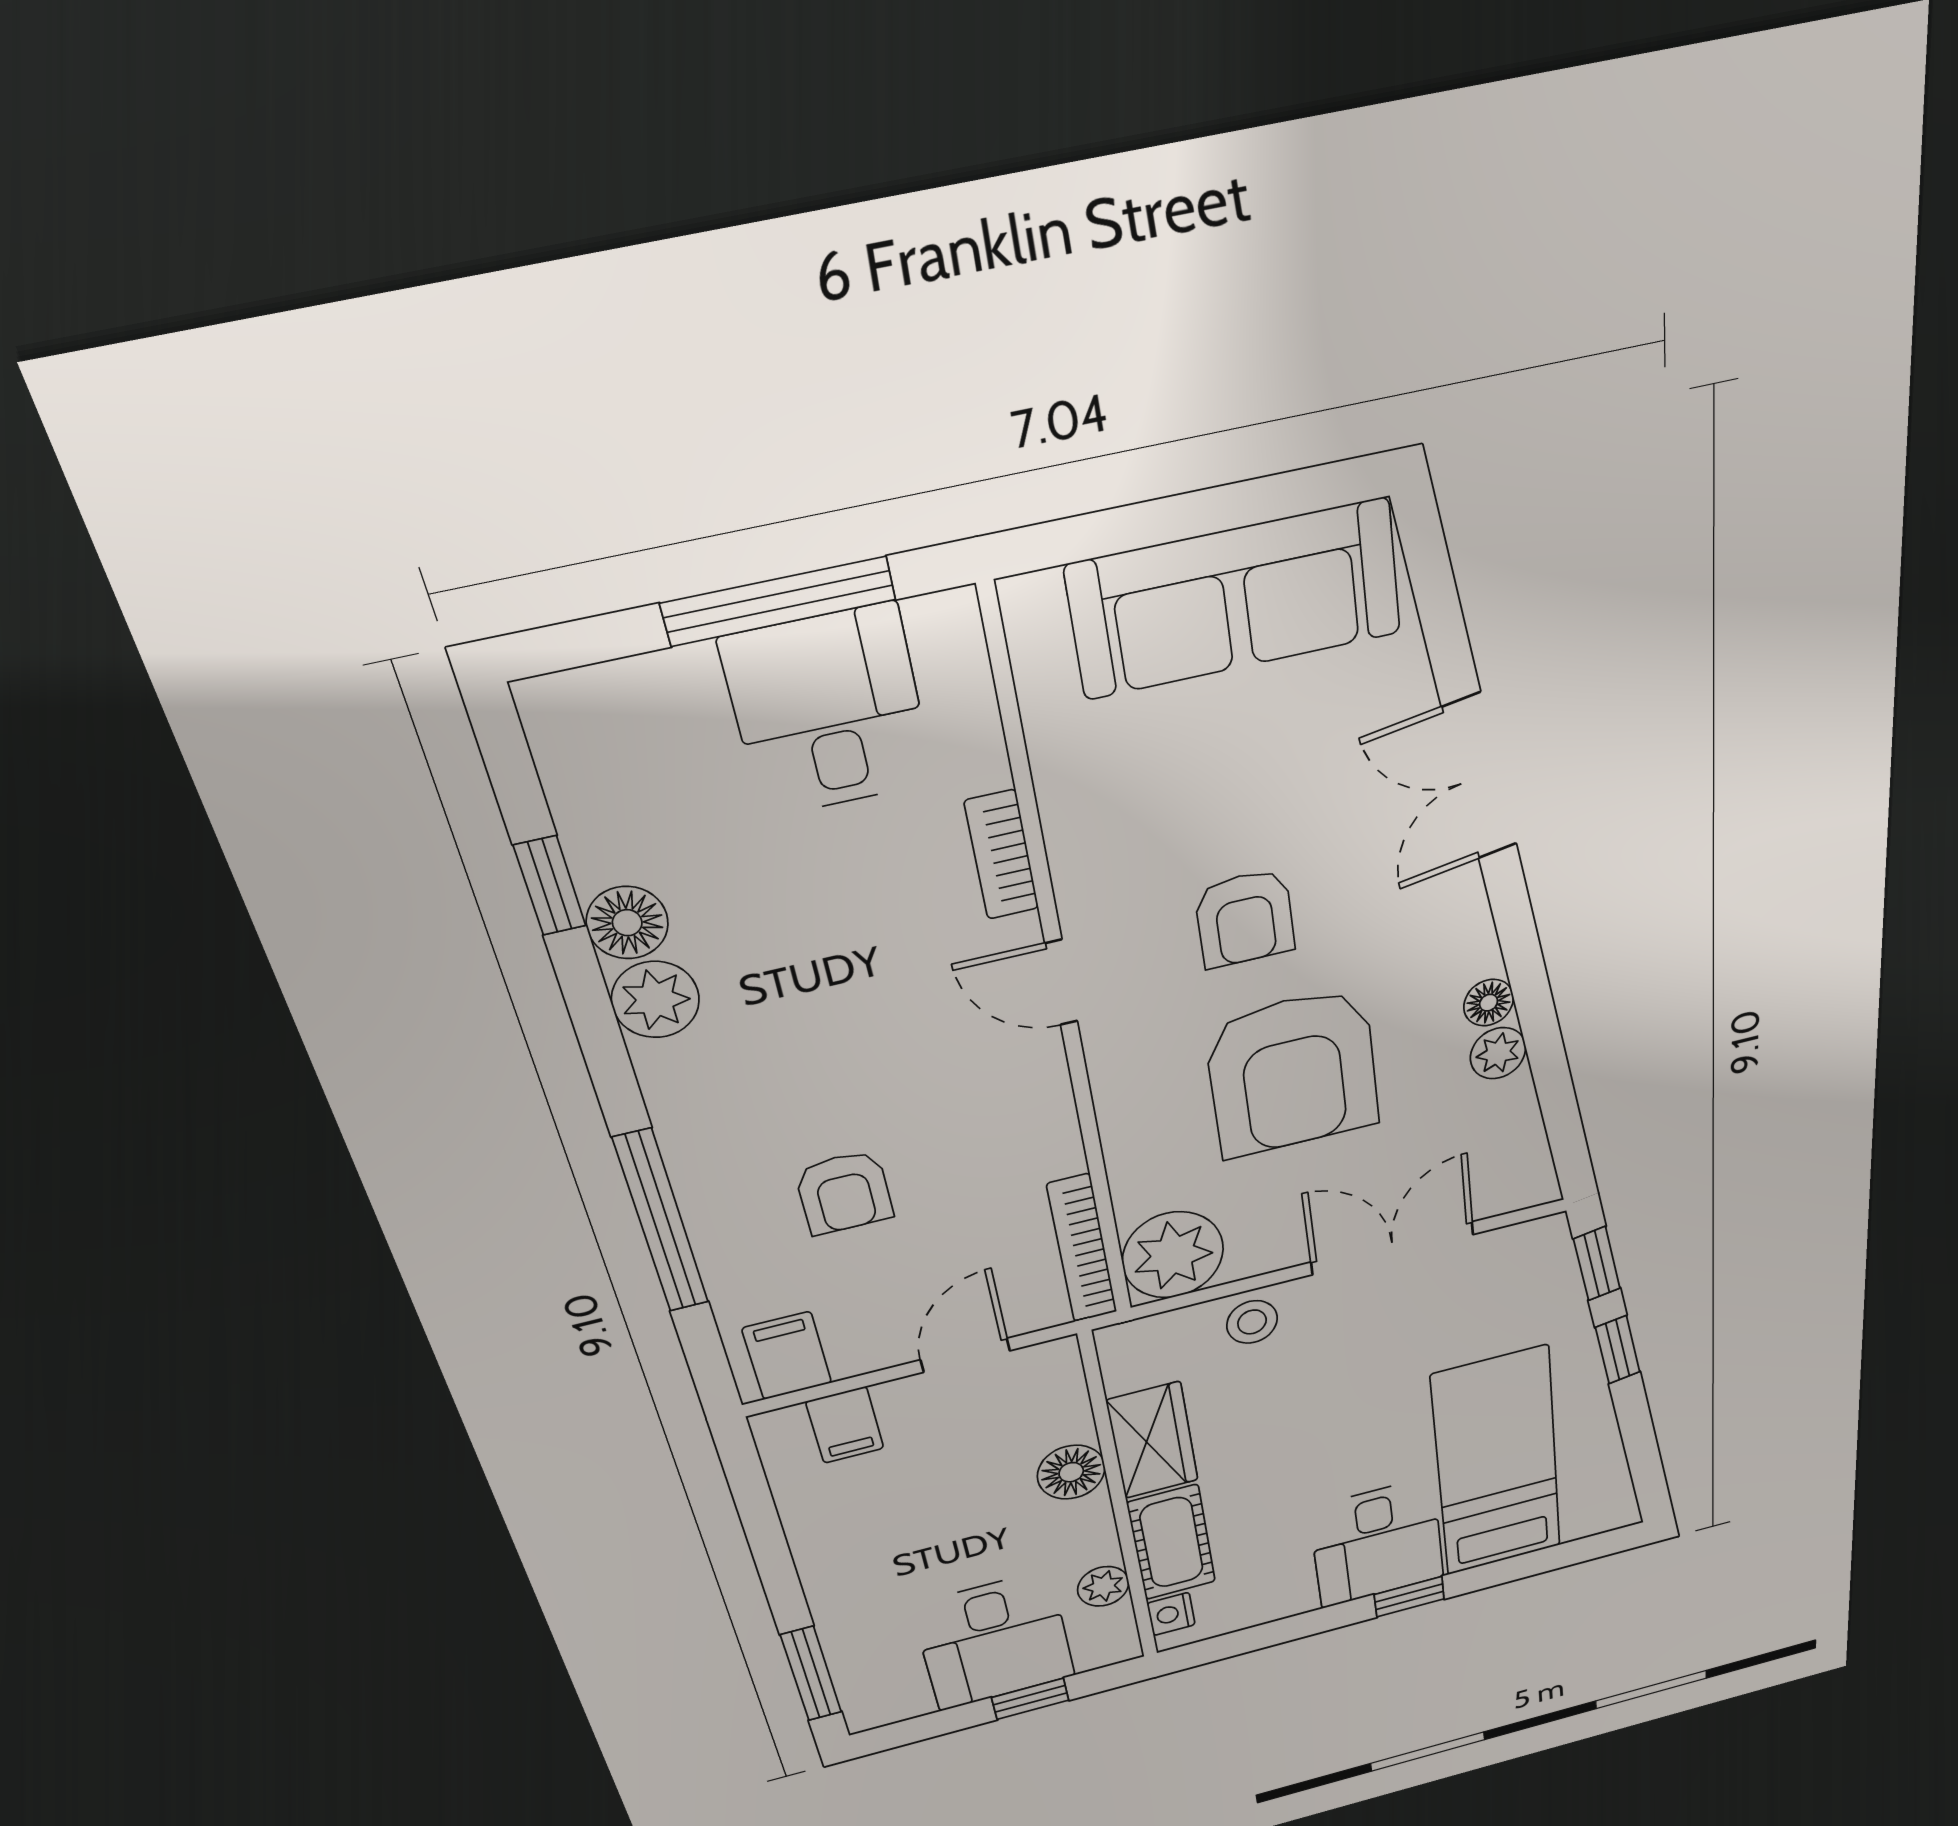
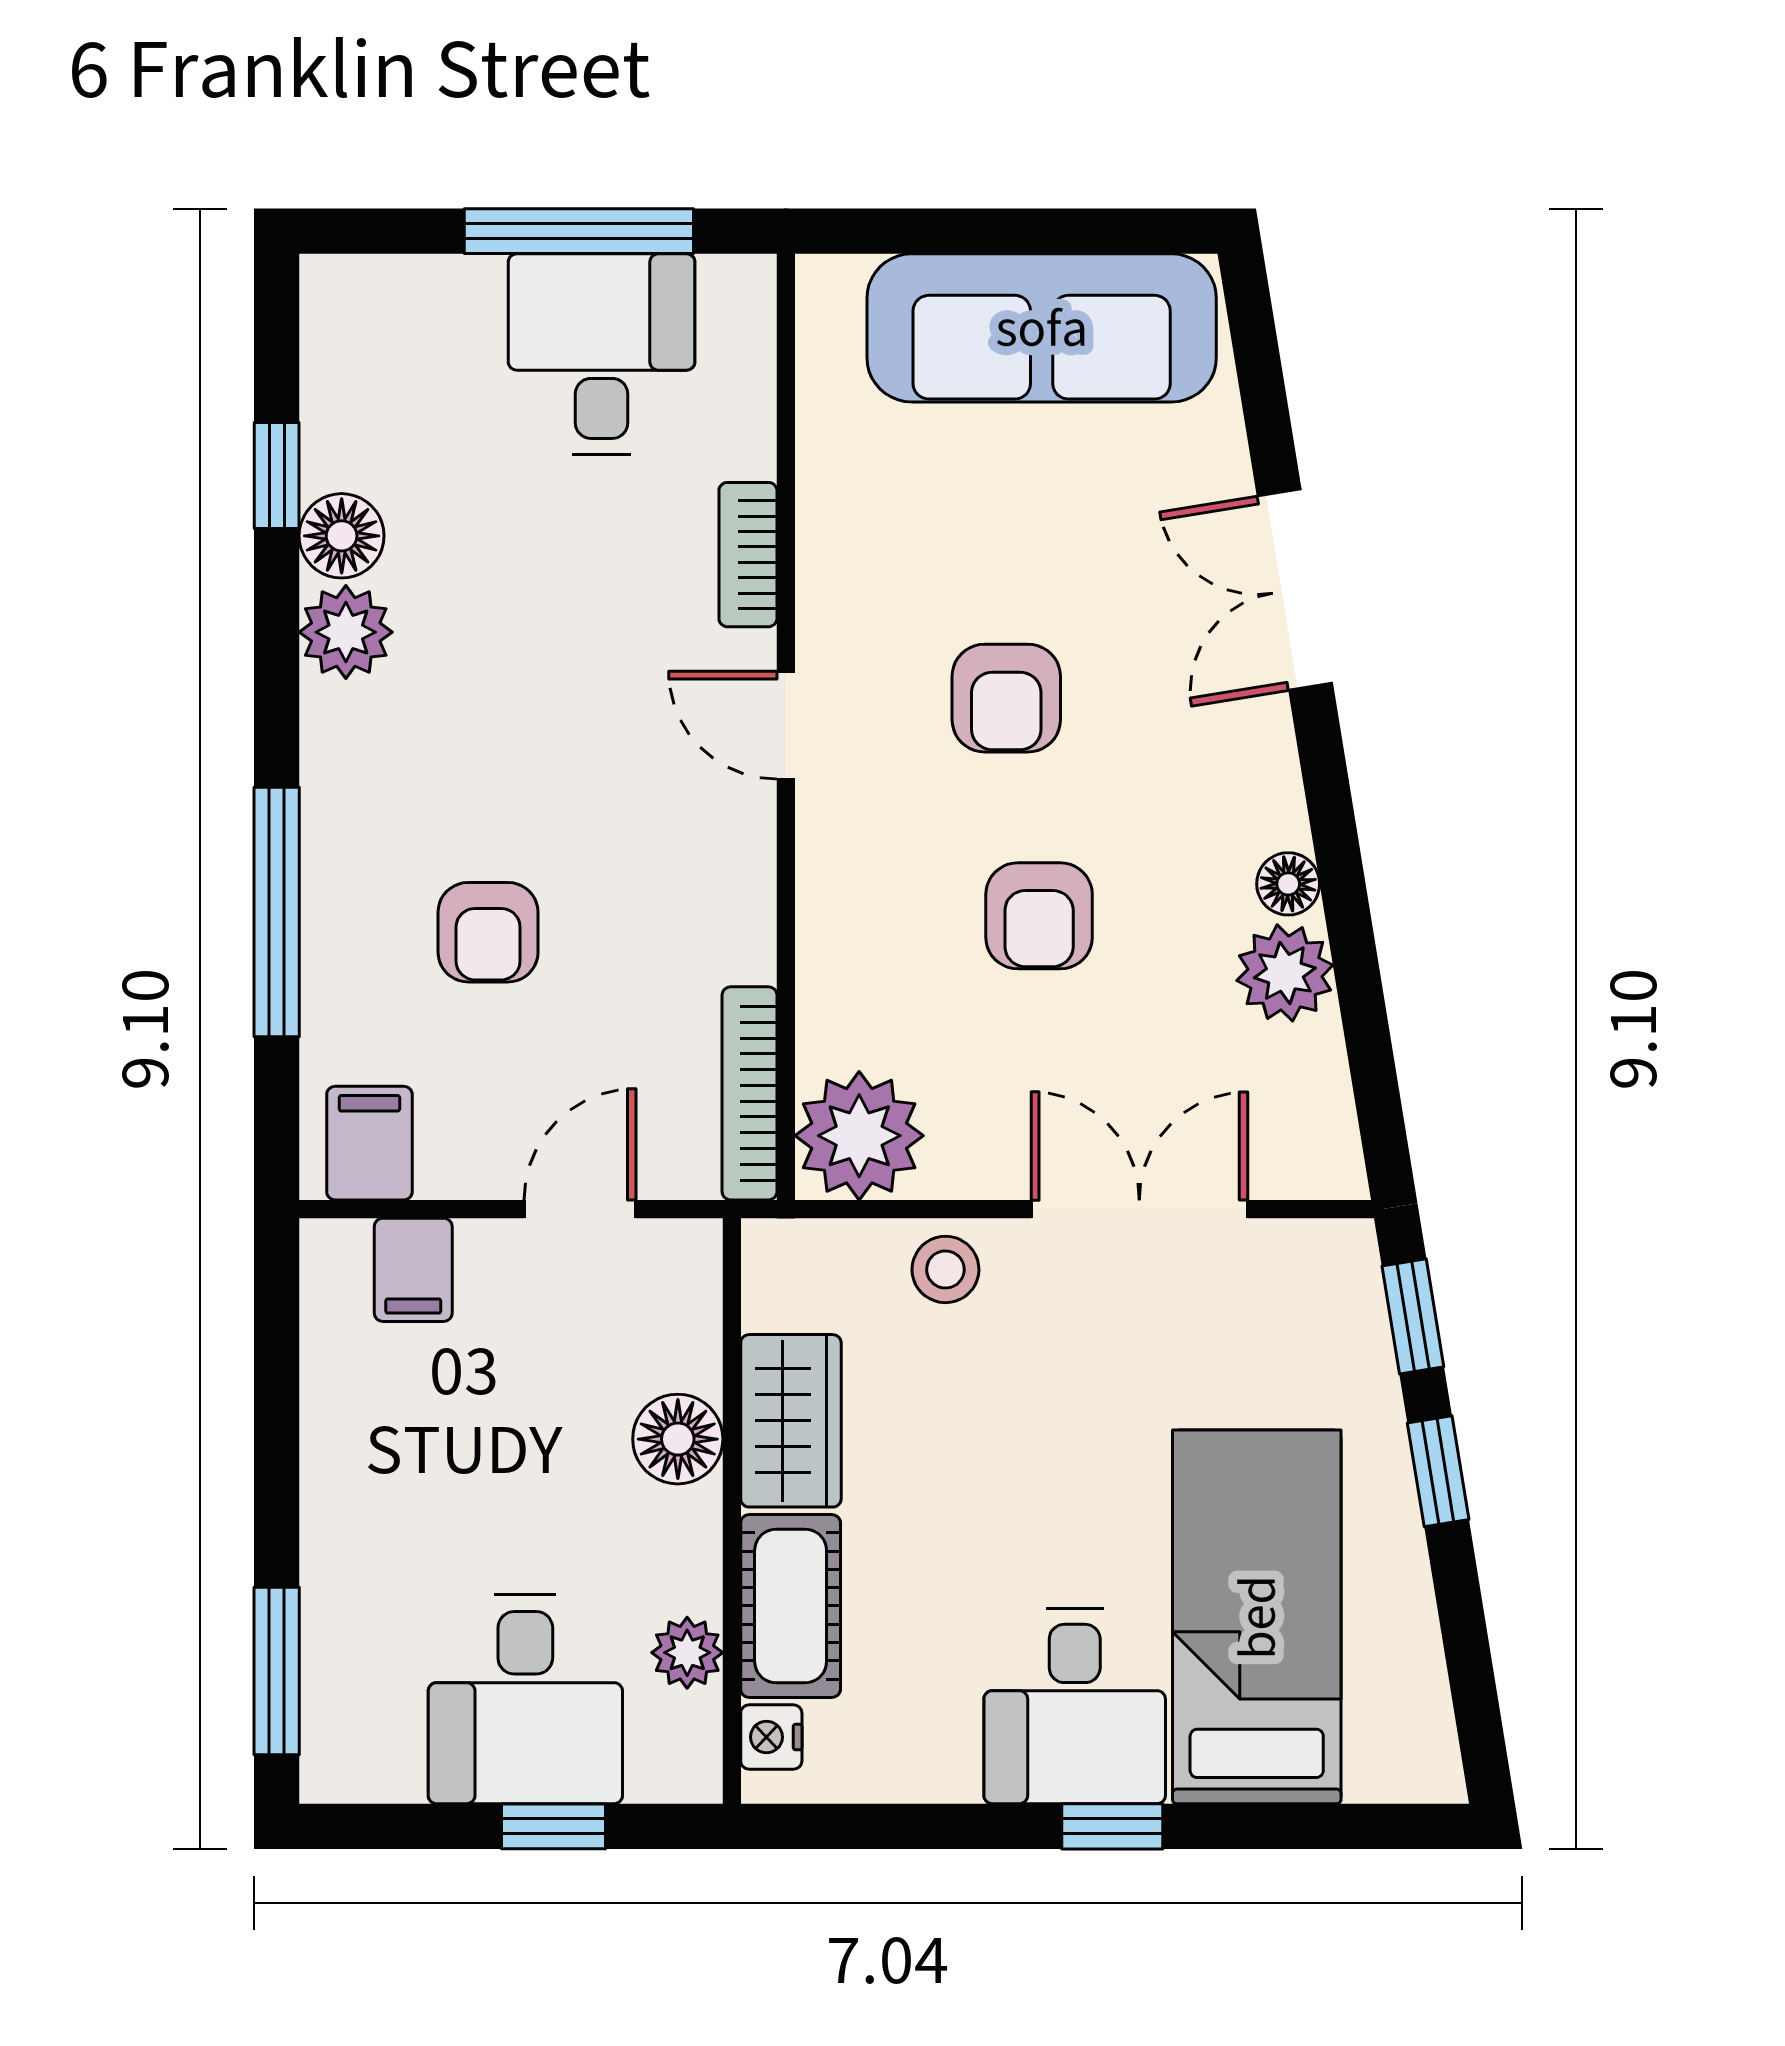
plant: (1498, 1053) -> (1285, 973), width x1.38, depth x1.38
armchair: (1293, 1073) -> (1039, 916), width x0.53, depth x0.53

